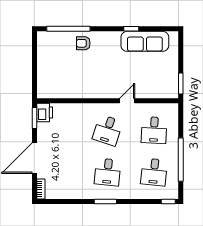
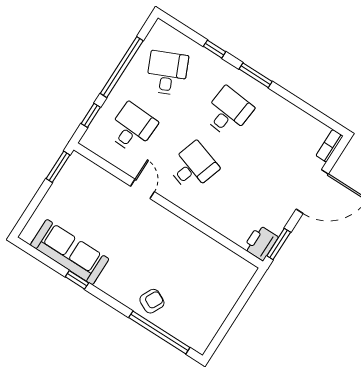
armchair: (83, 43) -> (152, 301), turned -63
door: (127, 101) -> (143, 189), swing flipped
window: (181, 123) -> (91, 115), added
desk: (154, 172) -> (167, 73), turned -30
window: (168, 201) -> (215, 49), moved

